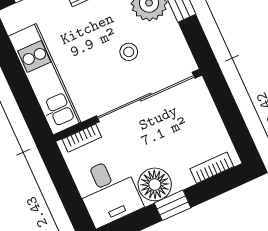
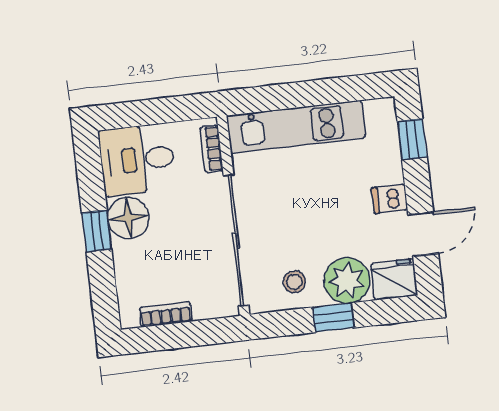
stool: (129, 52) -> (294, 282), moved
bookcase: (212, 168) -> (166, 314), moved, turned -90

